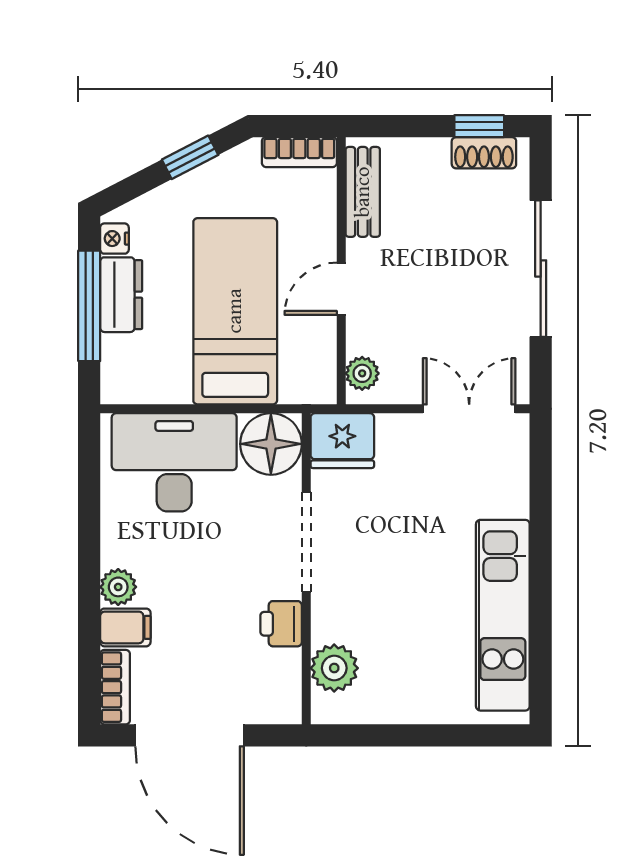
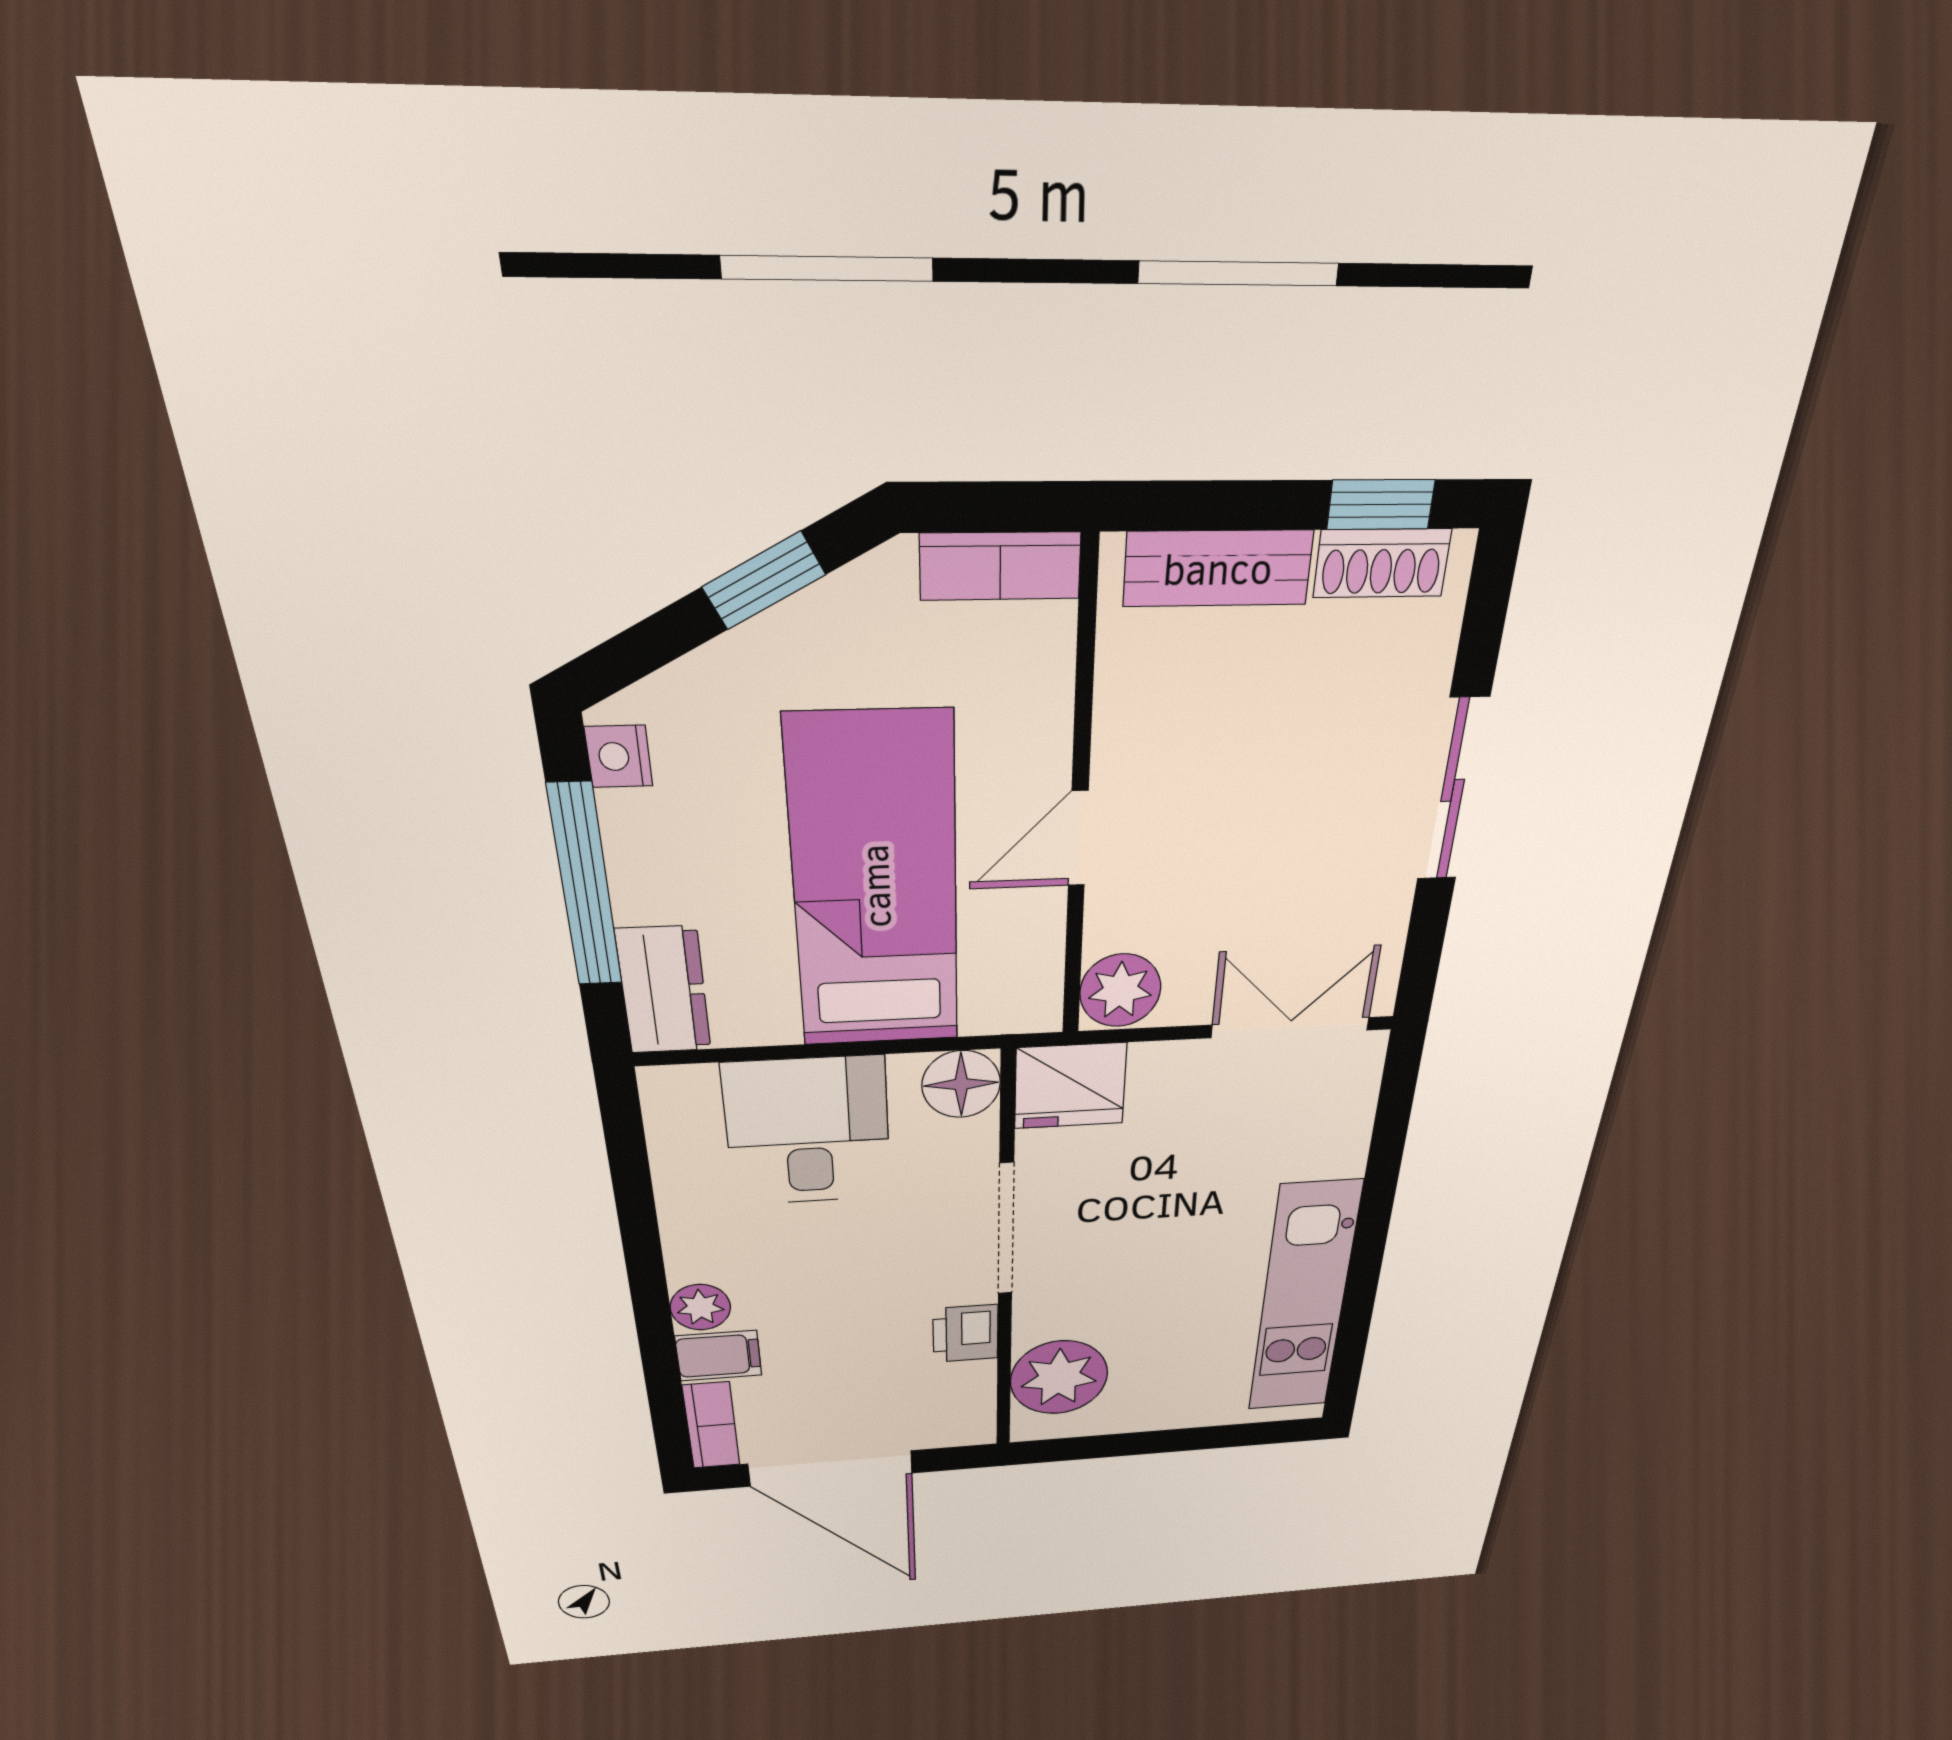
bench: (363, 192) -> (1218, 568), moved, turned 90
sliding door: (541, 269) -> (1453, 790), width x0.73
dresser: (121, 295) -> (664, 990), moved
plant: (362, 373) -> (1120, 990), width x1.38, depth x1.38
floor lamp: (271, 444) -> (961, 1084), width x0.73, depth x0.73
desk: (174, 462) -> (808, 1132), width x0.73
plant: (334, 668) -> (1059, 1378), width x1.36, depth x1.36

